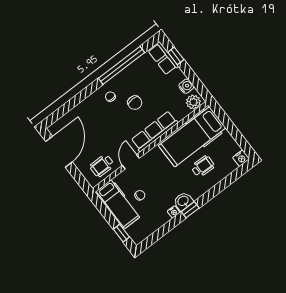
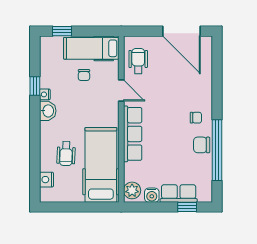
row of seats: (163, 58) -> (179, 194), moved
chair: (135, 103) -> (202, 145), moved
nightstand: (241, 158) -> (46, 180), moved
window: (190, 210) -> (35, 86), moved

